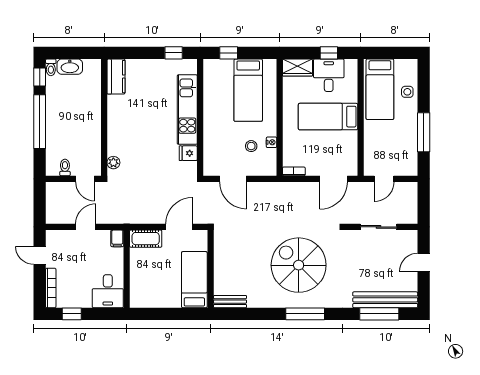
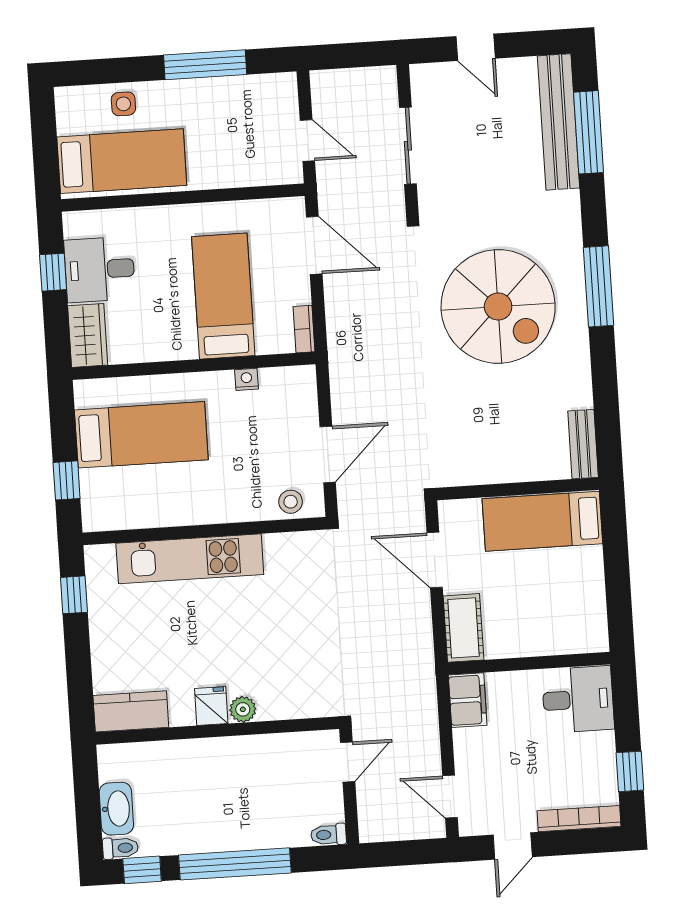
bed: (328, 117) -> (223, 296), moved, turned 180
stool: (251, 146) -> (291, 502), moved
fridge: (188, 153) -> (211, 706), moved, turned 180
plant: (113, 163) -> (243, 709), moved
toilet: (65, 167) -> (329, 835), moved
door: (86, 227) -> (450, 797), moved
filing cabinet: (117, 238) -> (468, 700), width x2.00
spiral stairs: (299, 265) -> (498, 306), turned -90

